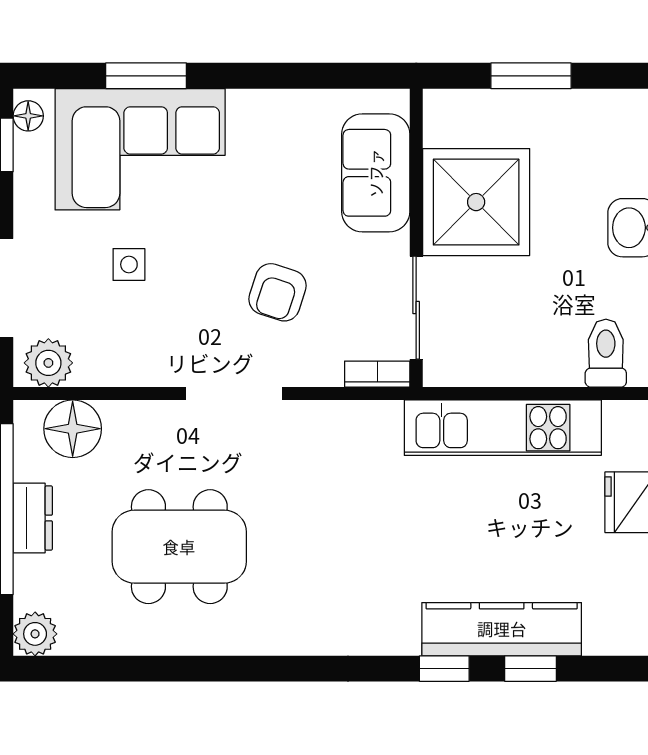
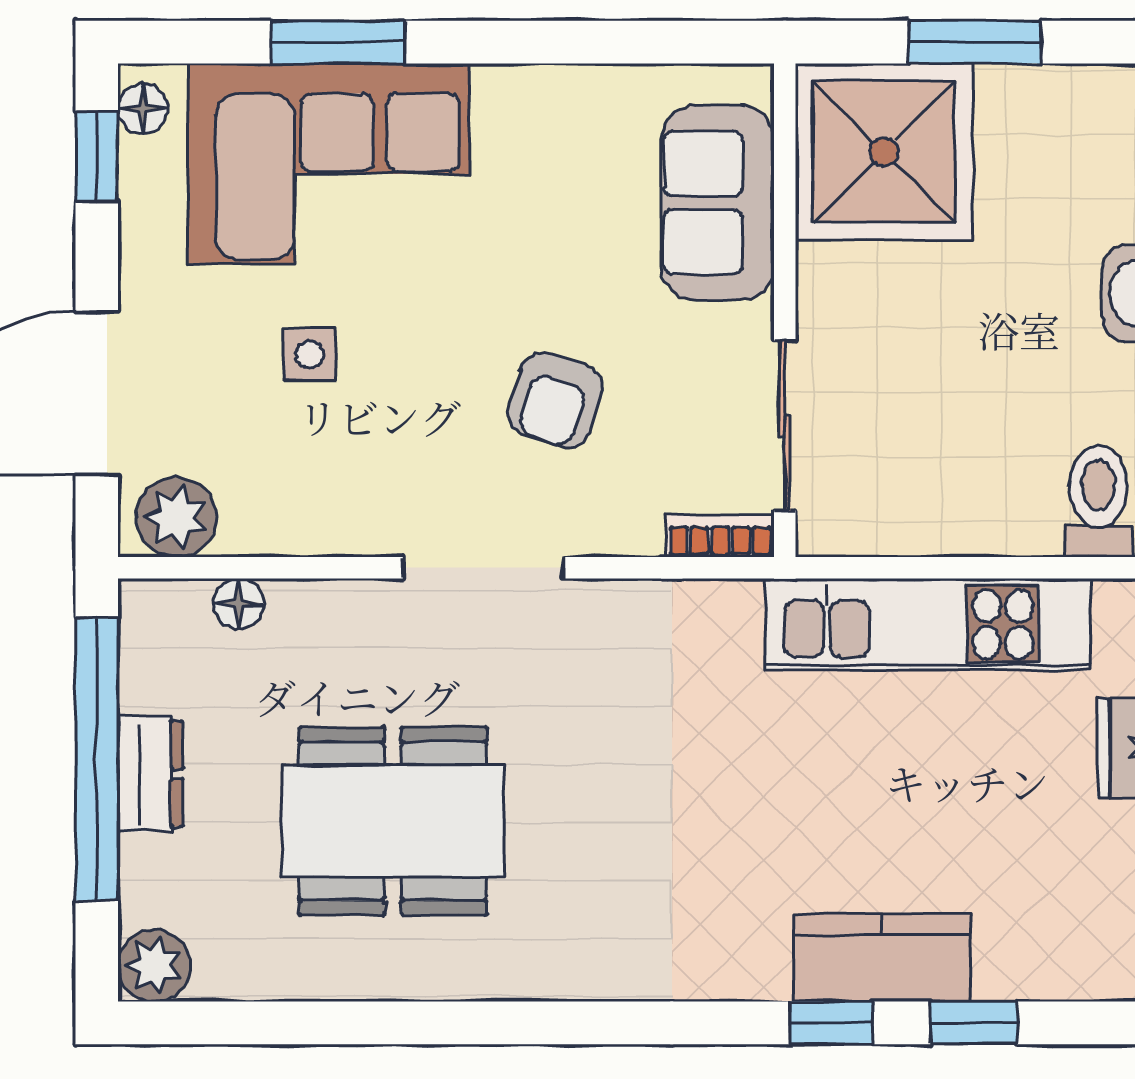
shower: (476, 202) -> (884, 152), moved
floor lamp: (73, 429) -> (239, 604), width x0.53, depth x0.53
kitchen counter: (502, 629) -> (882, 958), width x0.67

